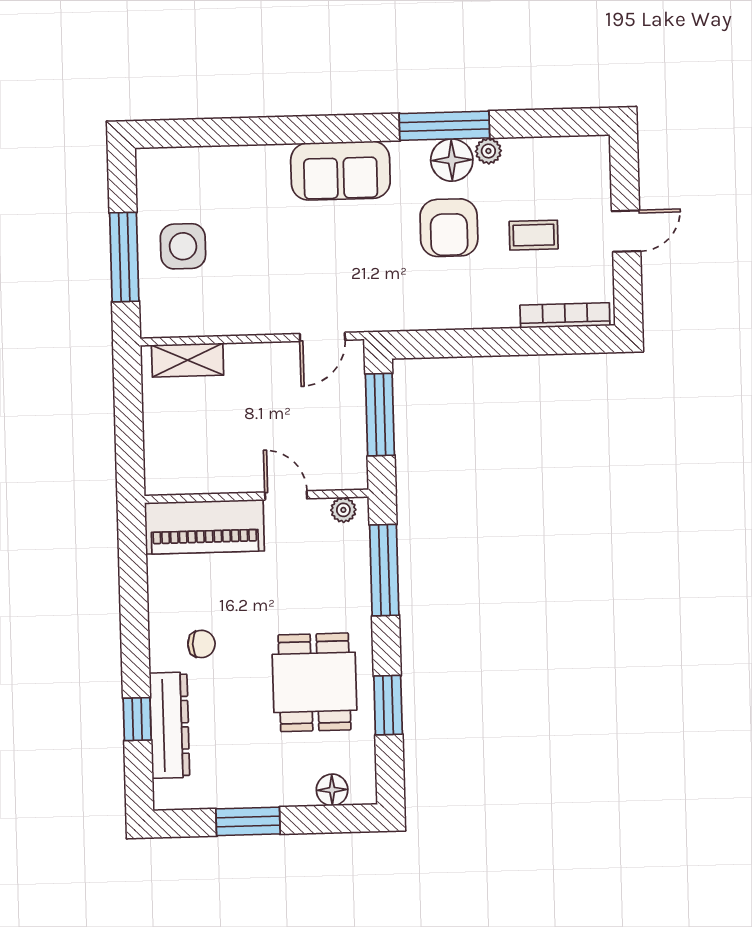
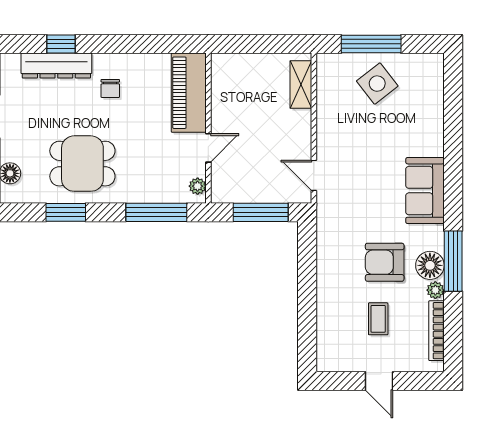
side table: (183, 246) -> (377, 84), turned -38
bookcase: (565, 315) -> (436, 331), moved, turned 180

